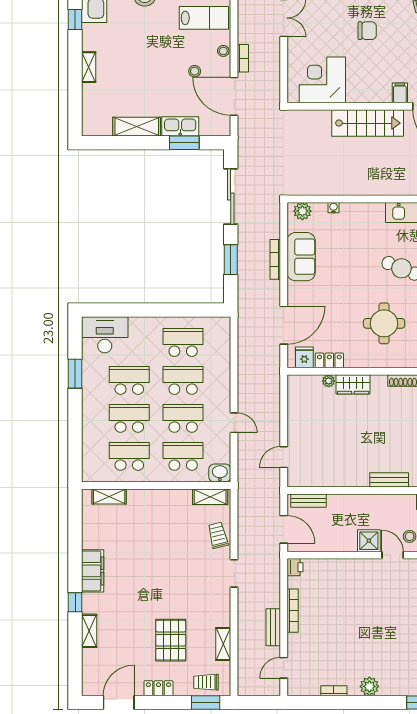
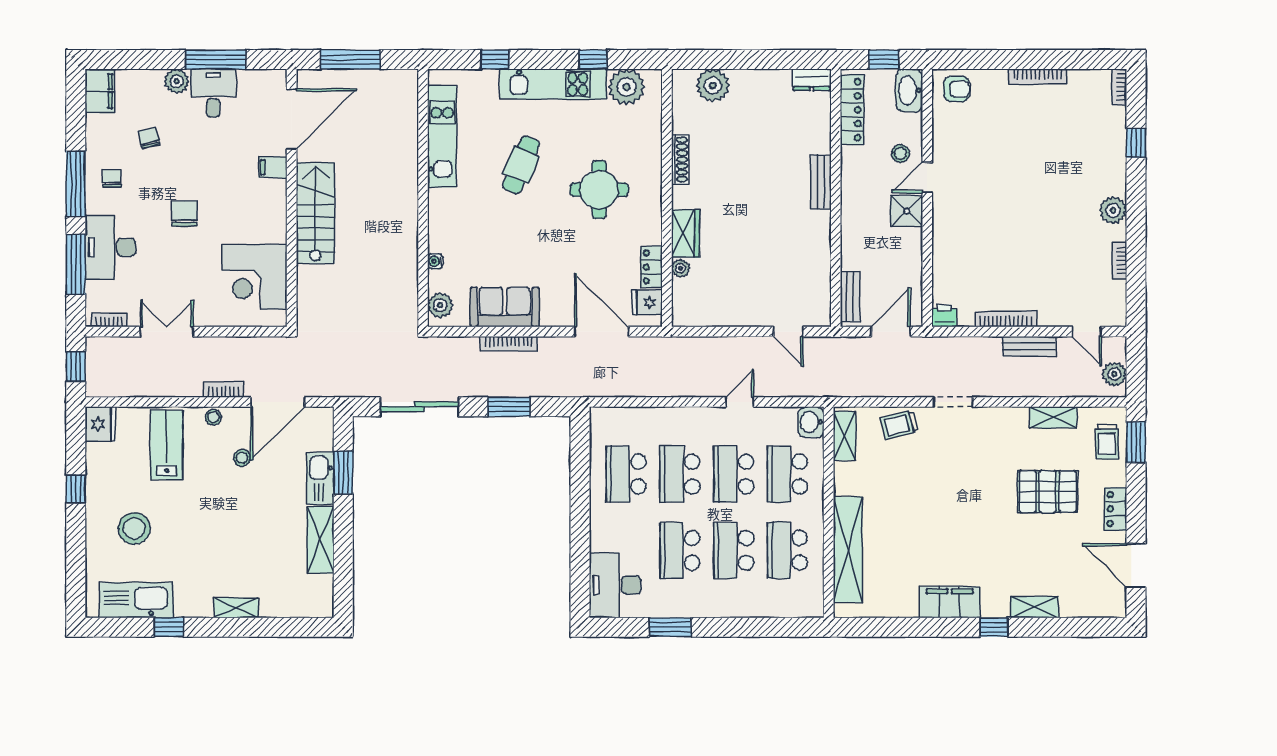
shelving: (109, 497) -> (848, 550), width x2.20, depth x1.33
plant: (254, 687) -> (1114, 374), added

